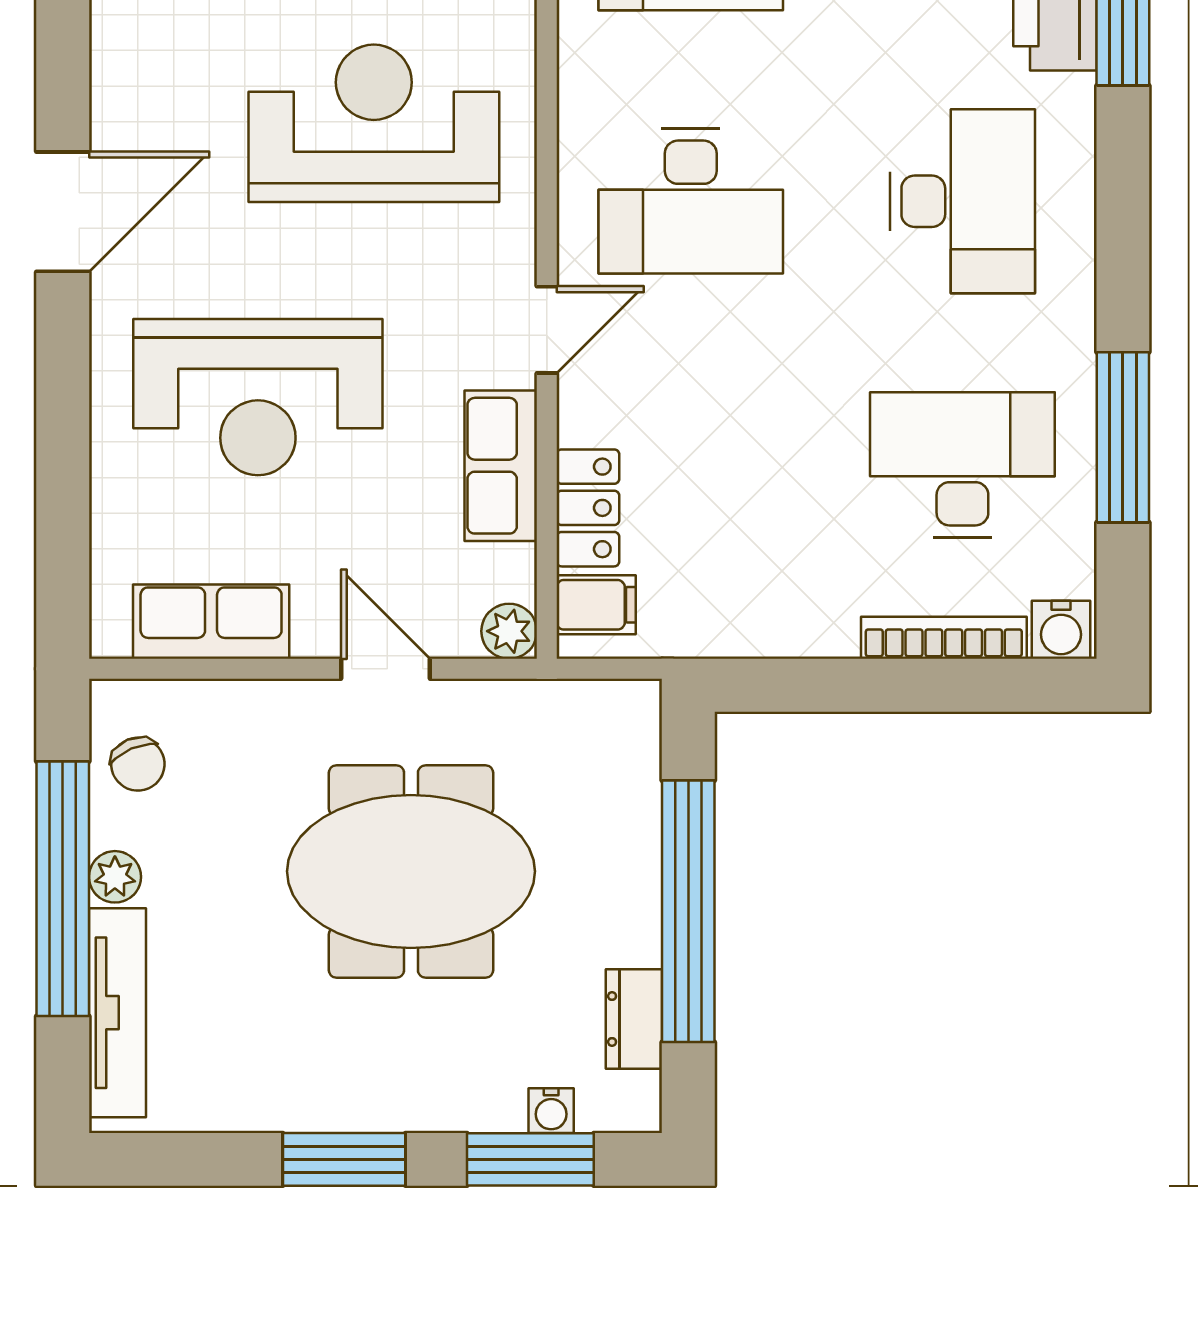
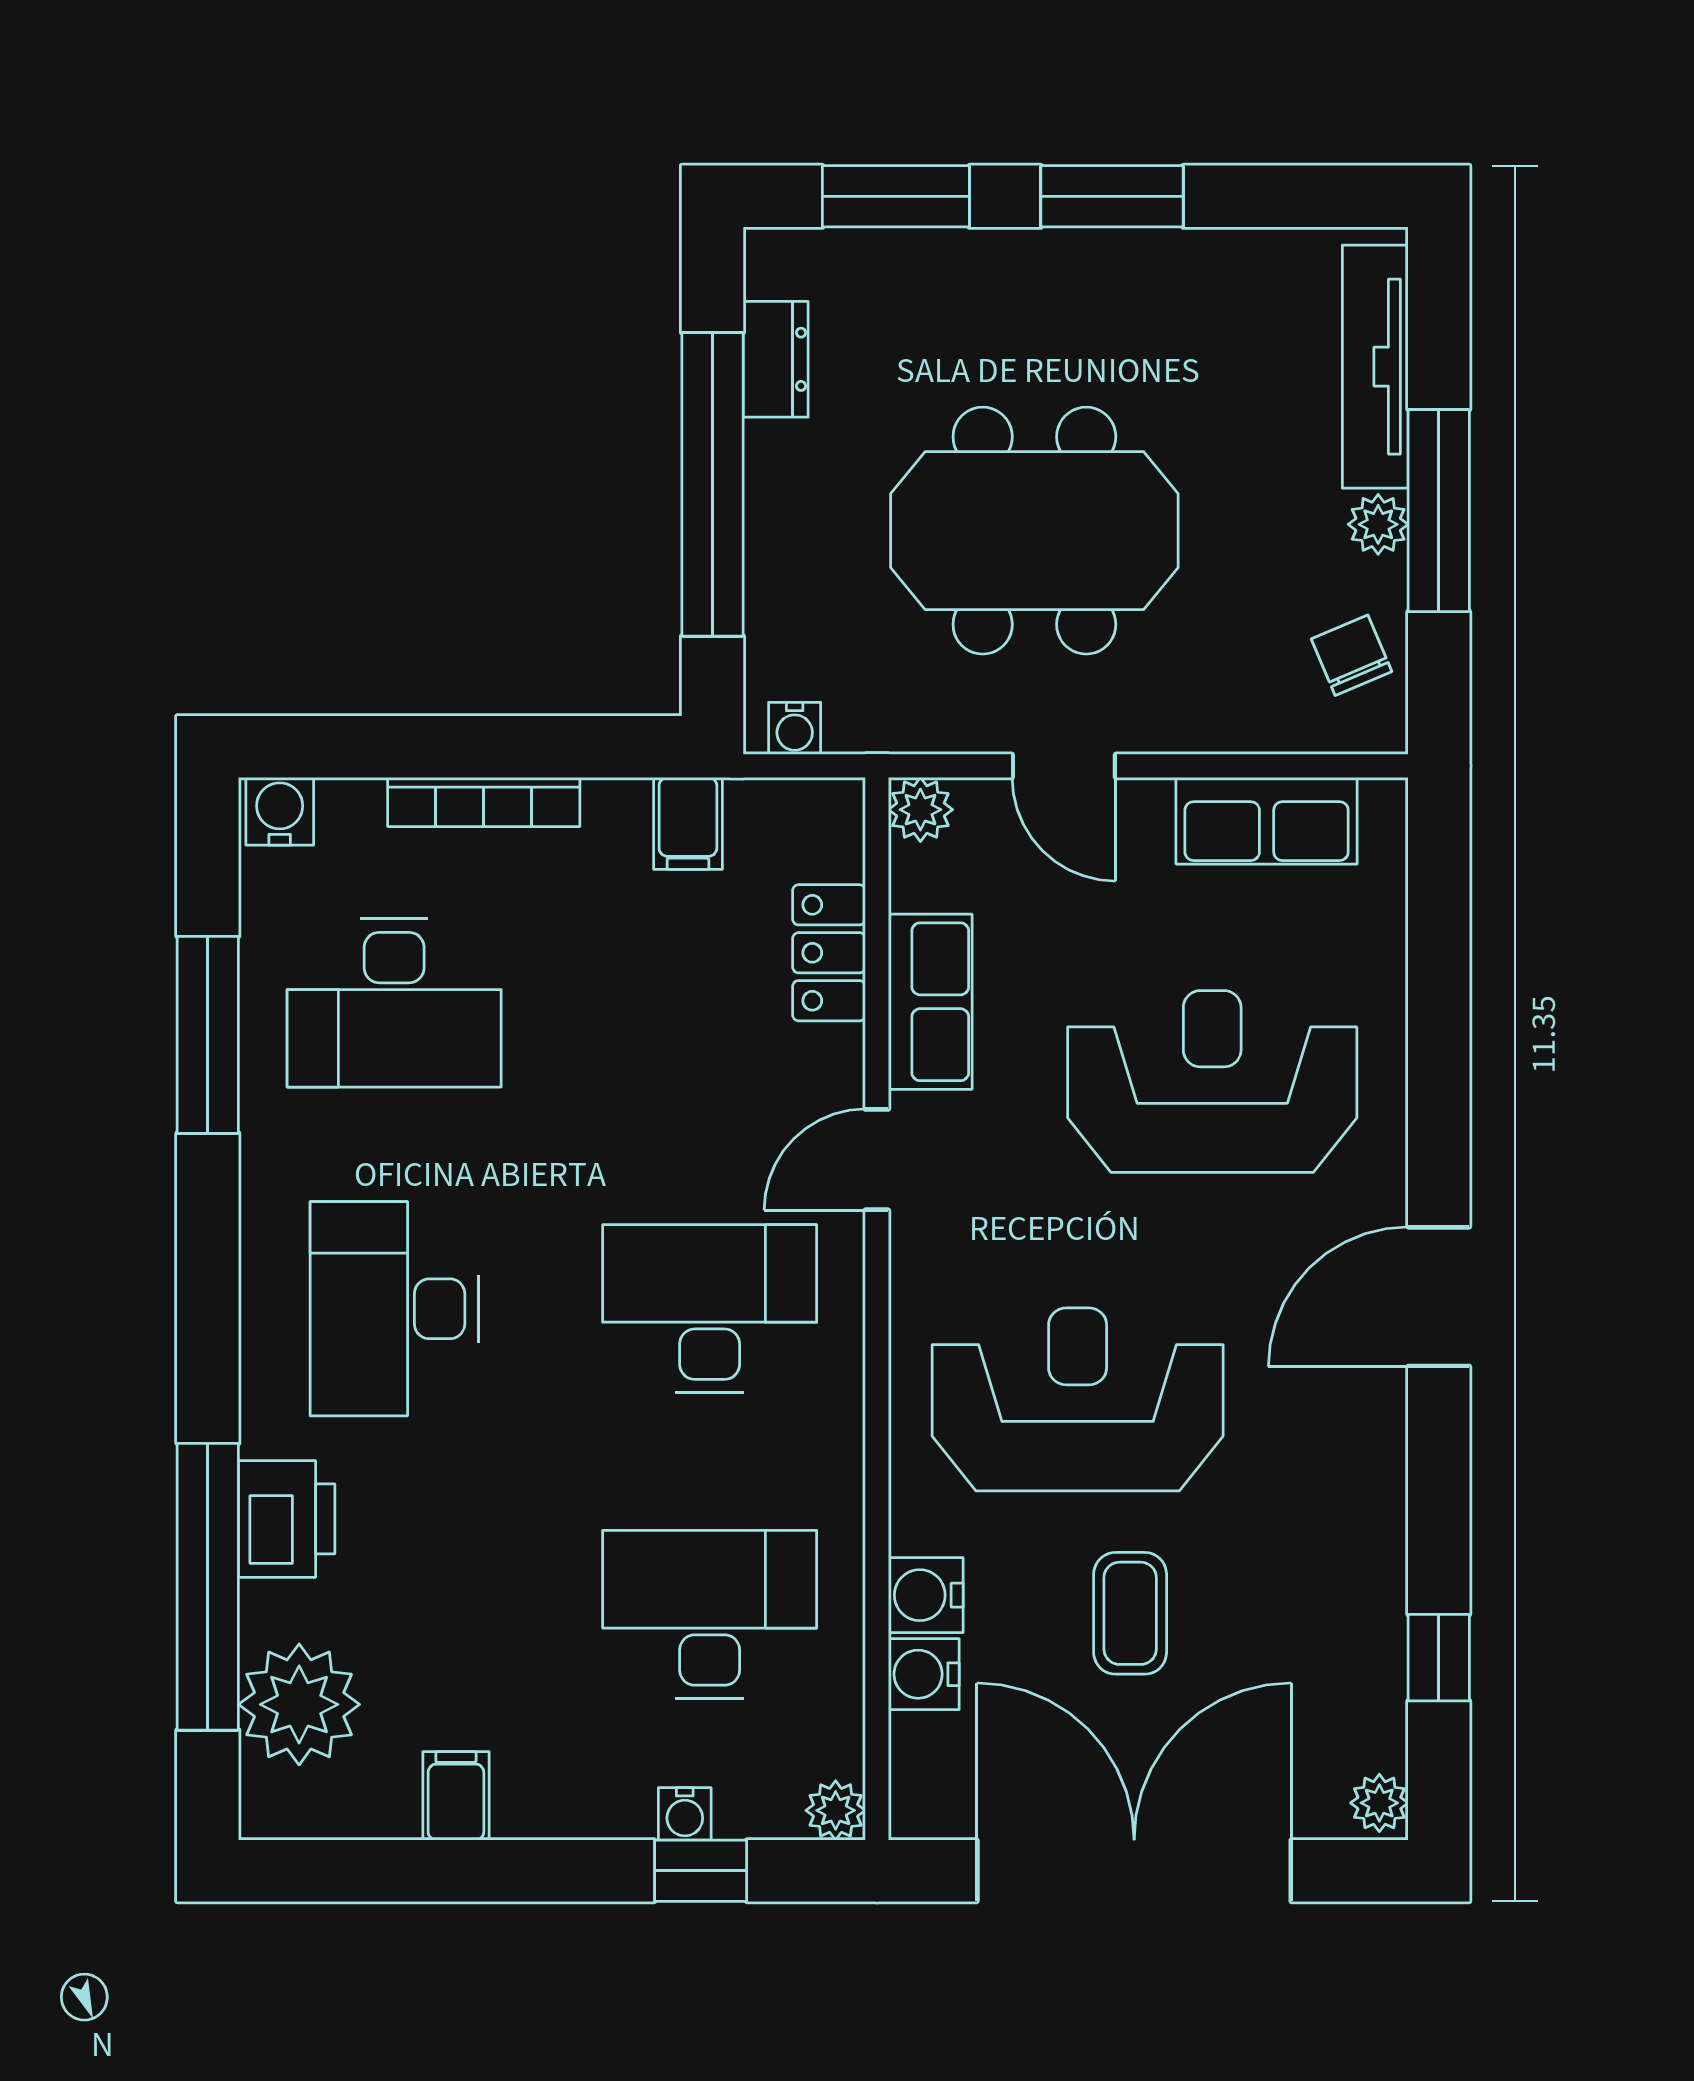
reception desk: (374, 123) -> (1078, 1399), turned 180
filing cabinet: (596, 605) -> (688, 823), moved, turned -90
bookcase: (944, 638) -> (484, 802), moved
window: (63, 889) -> (1439, 511), width x0.68
water cooler: (551, 1111) -> (795, 728), moved, turned 180

